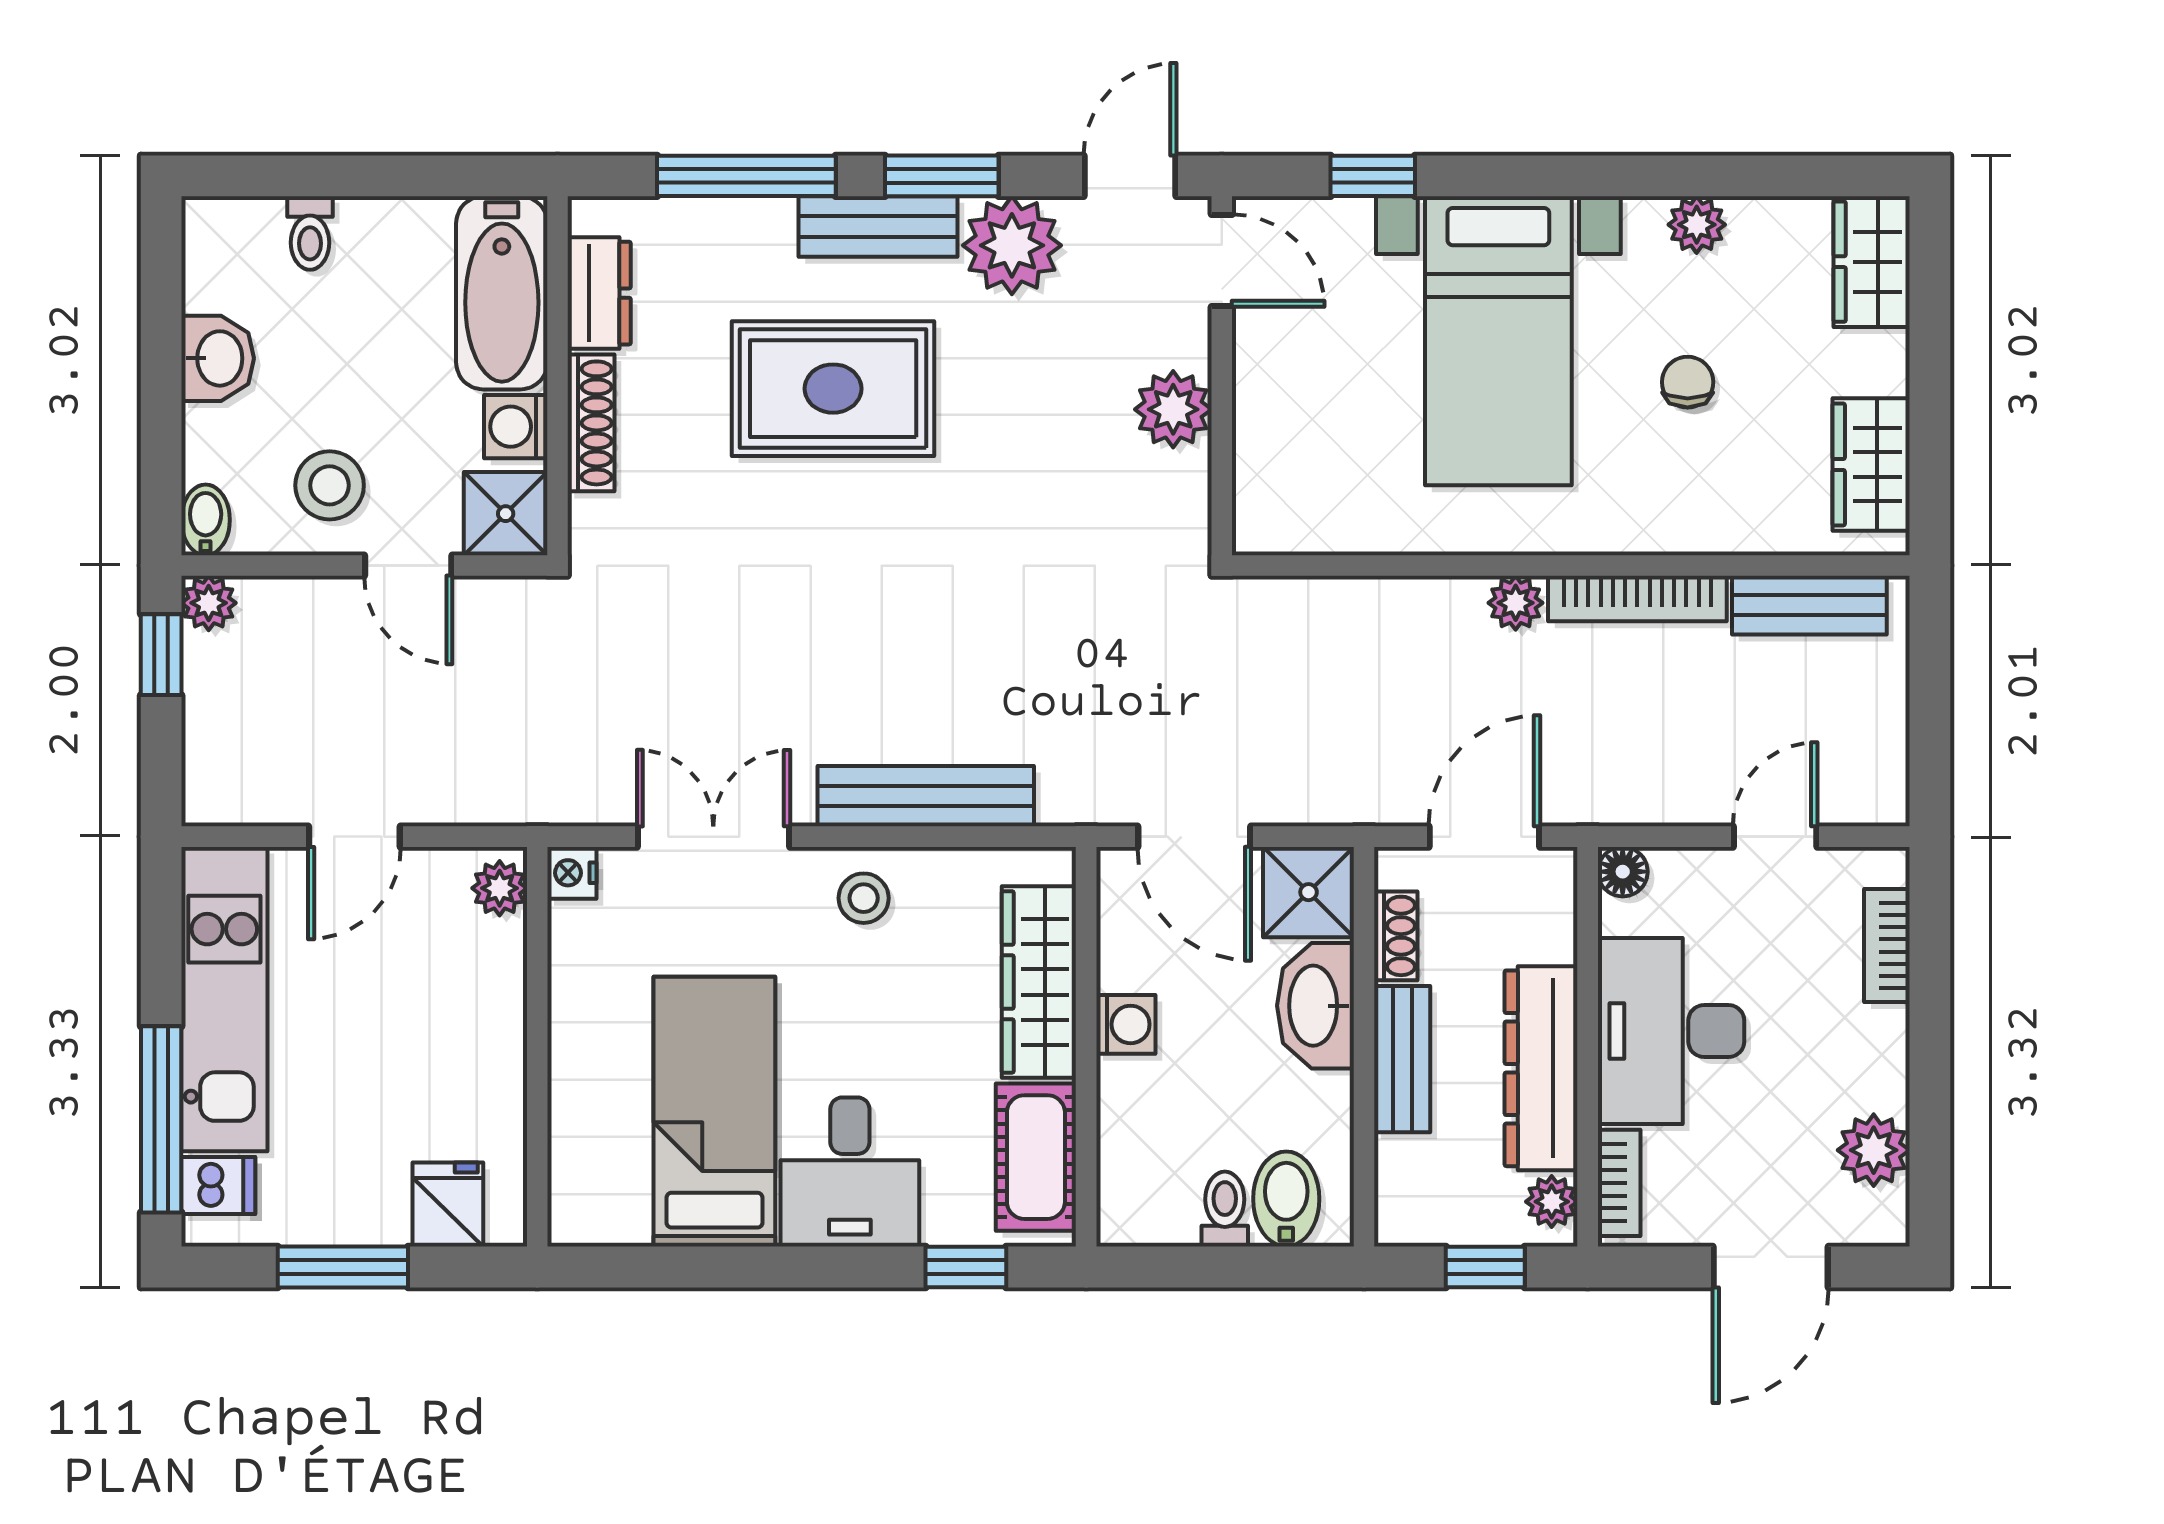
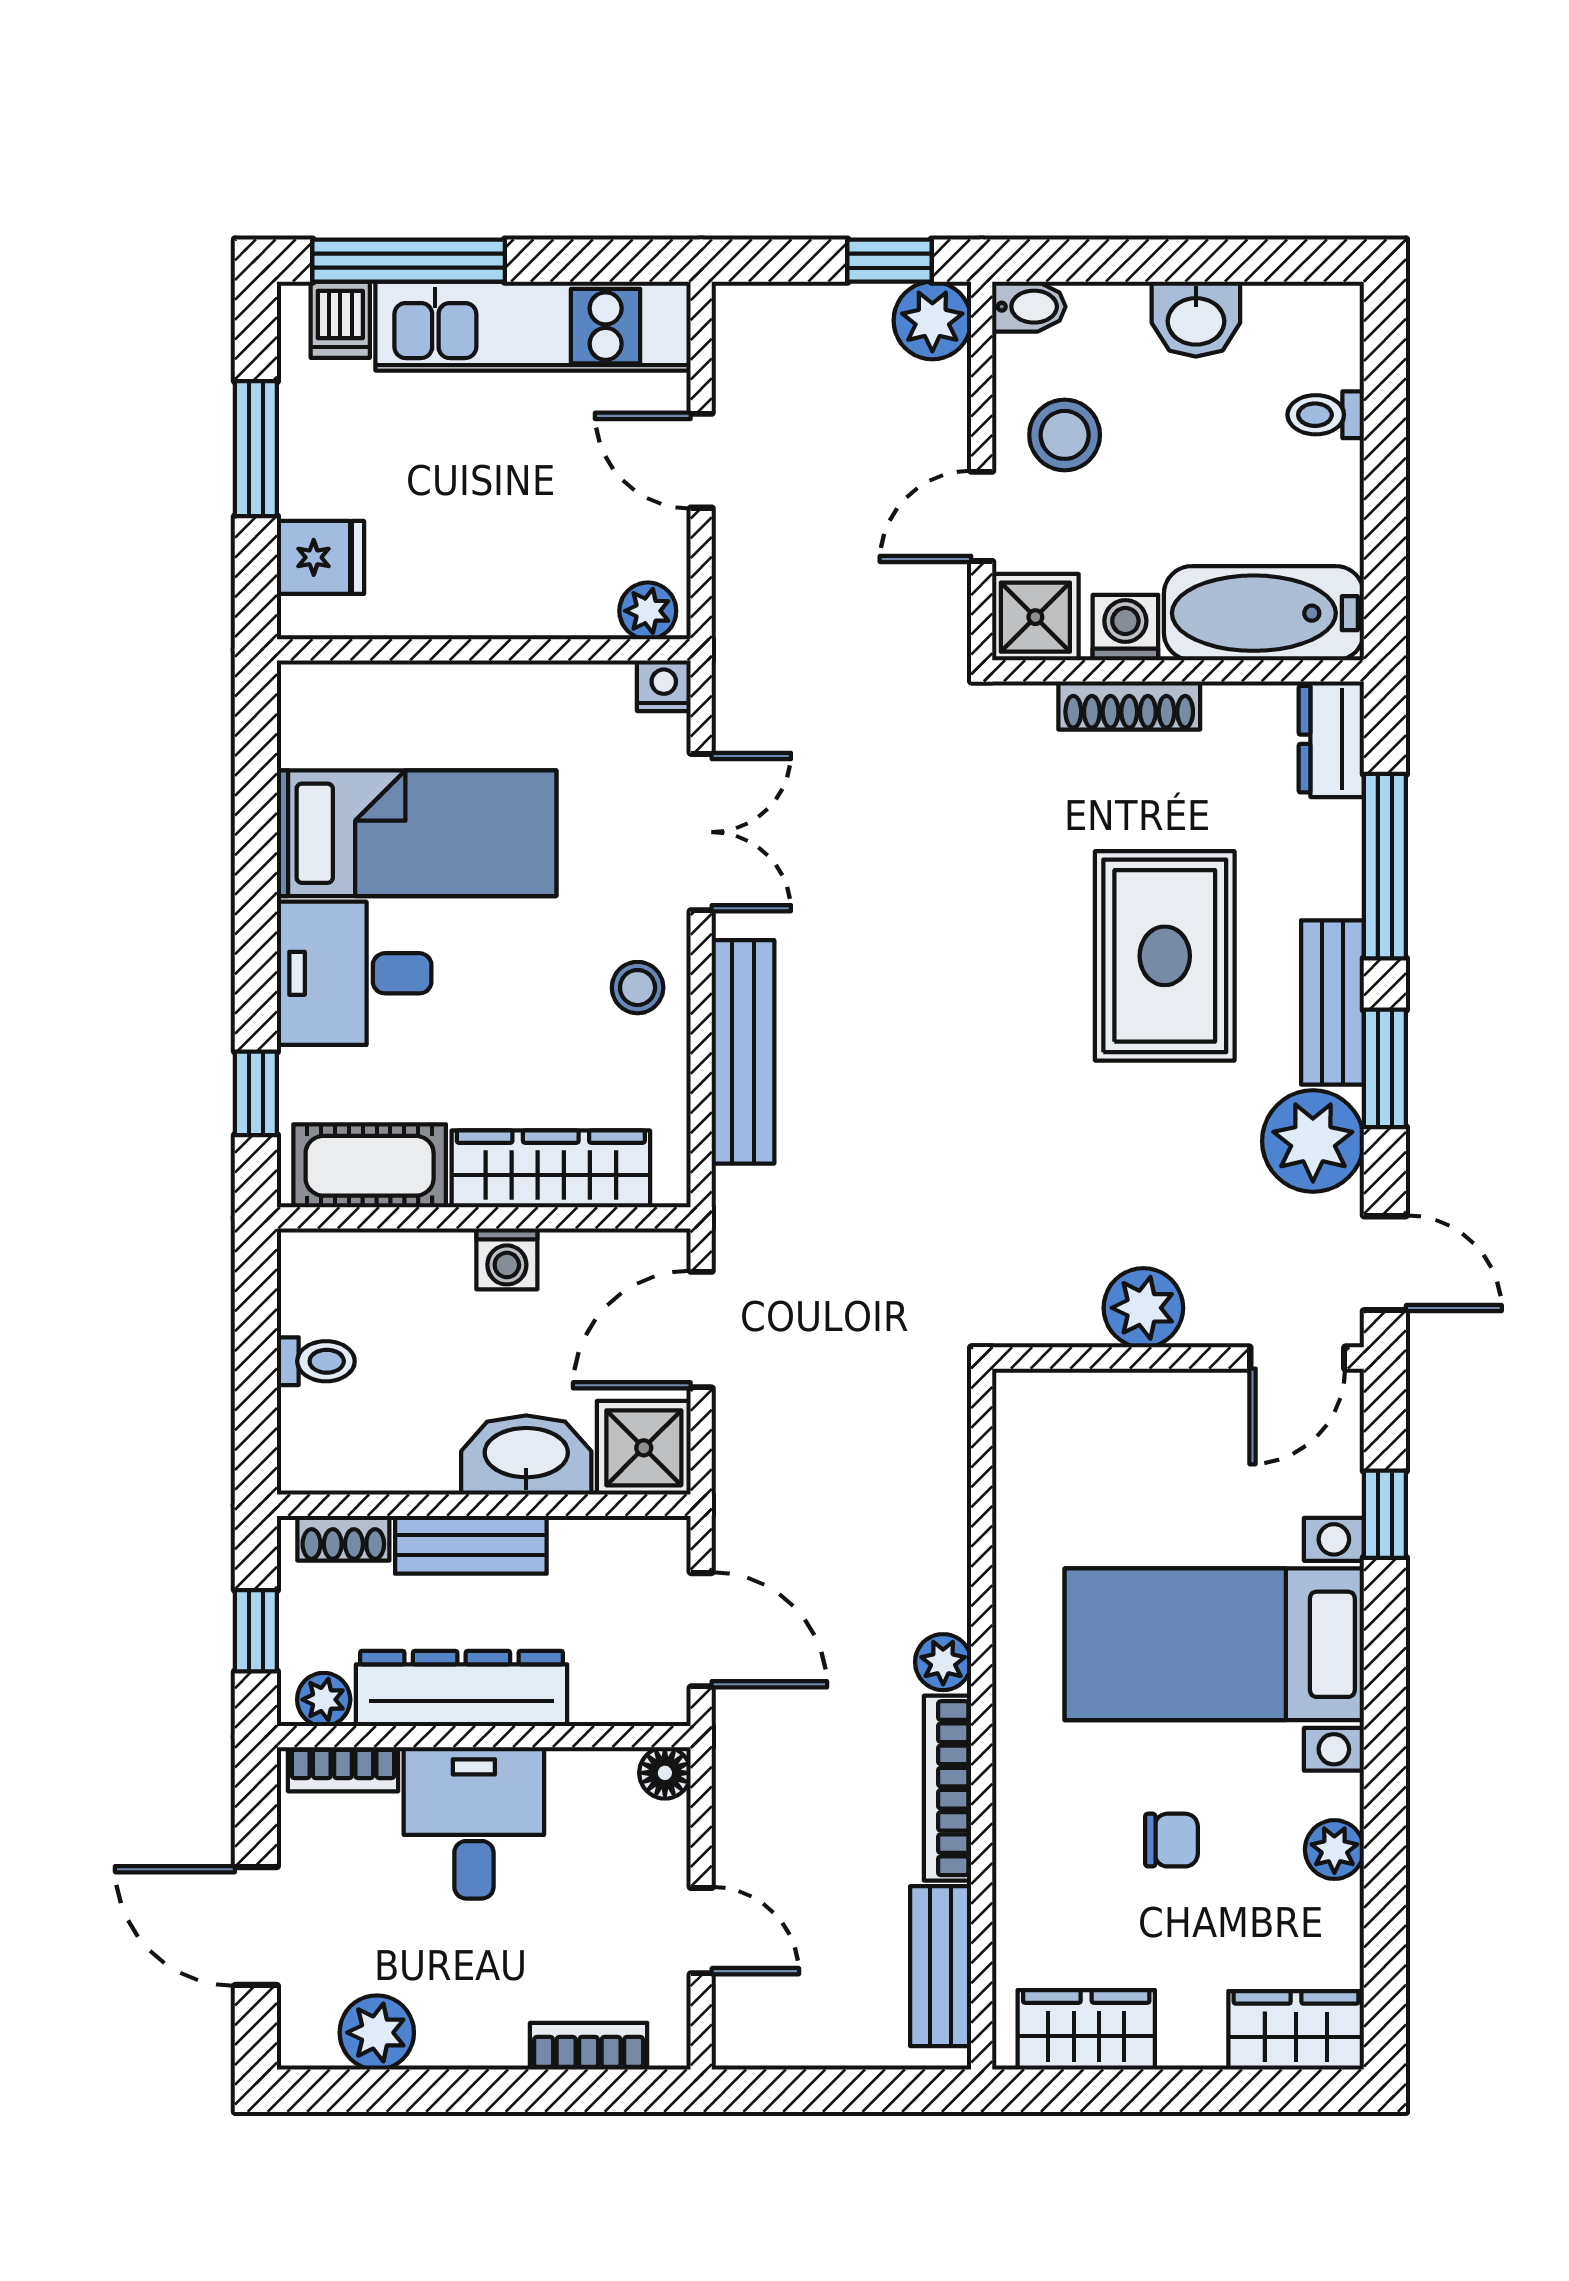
dresser: (599, 293) -> (1331, 739), moved, turned 90
plant: (209, 603) -> (932, 320), width x1.38, depth x1.38
shoe rack: (1396, 936) -> (343, 1538), moved
desk: (1671, 1031) -> (474, 1823), width x0.73
bidet: (1286, 1199) -> (326, 1425), removed

